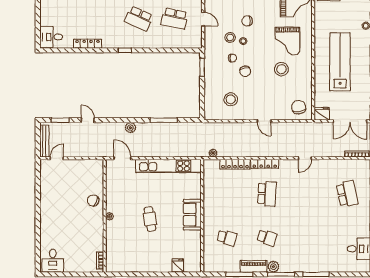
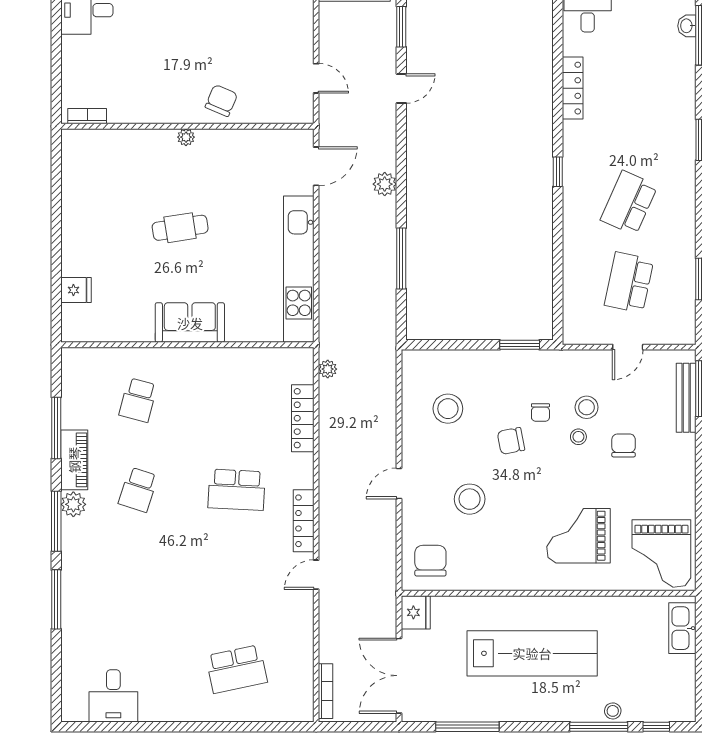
stool: (281, 69) -> (470, 499), moved
chair: (299, 107) -> (430, 561), turned -80
door: (57, 158) -> (316, 78), moved
door: (305, 158) -> (316, 575), hinge flipped
locker: (265, 164) -> (304, 521), moved

